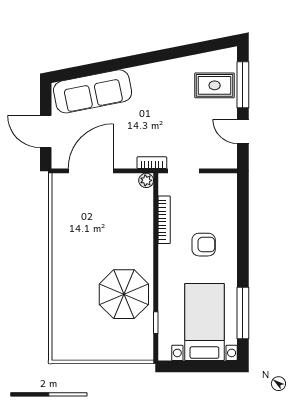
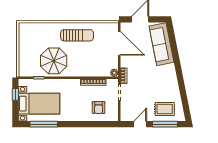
rug: (215, 85) -> (165, 109), turned 90
armchair: (204, 245) -> (99, 107), moved
sun lounger: (76, 250) -> (77, 35), added
window: (187, 366) -> (15, 94), added

